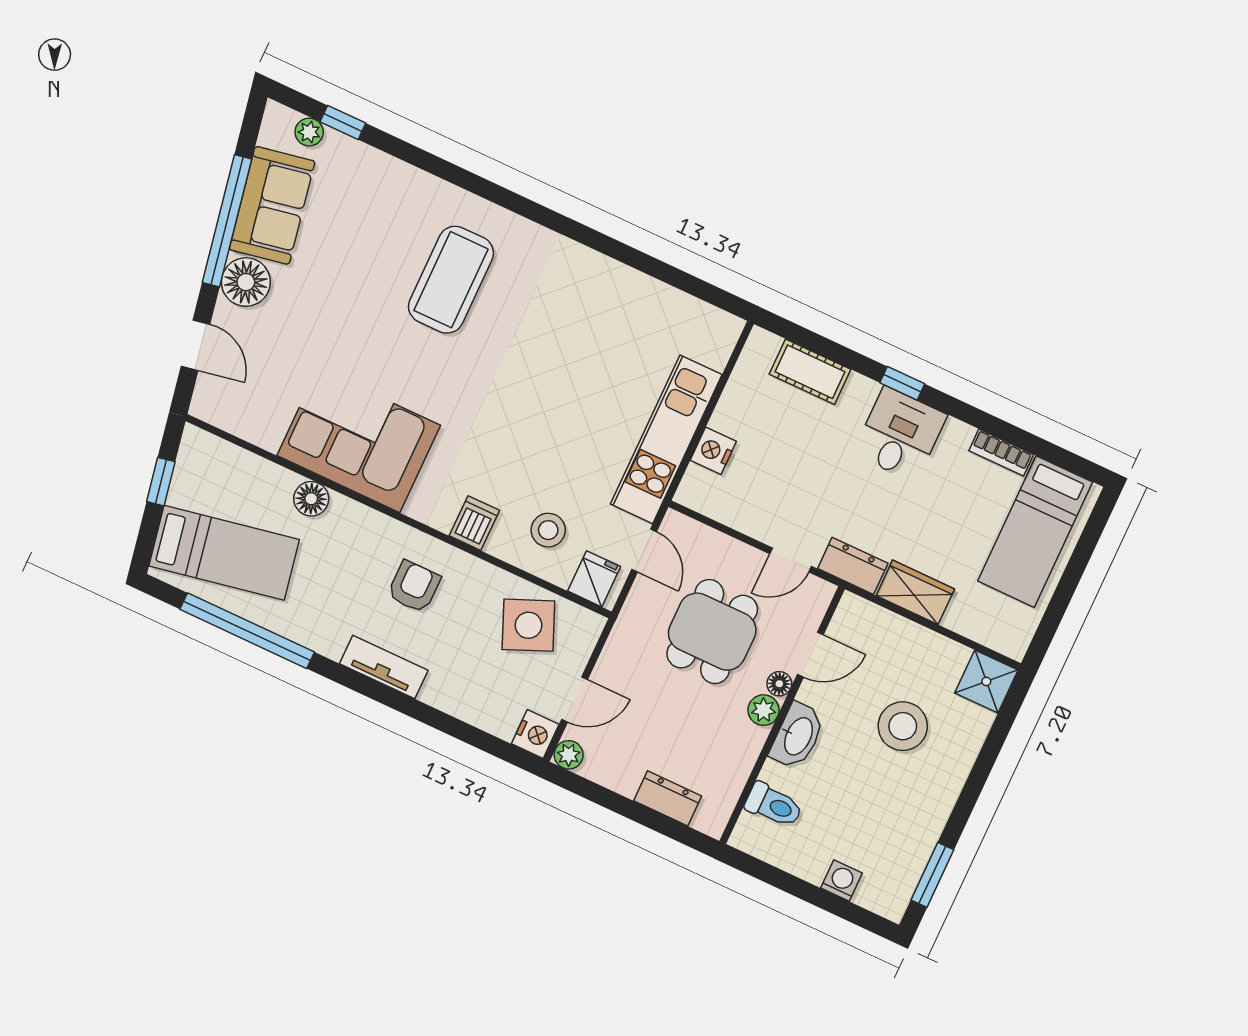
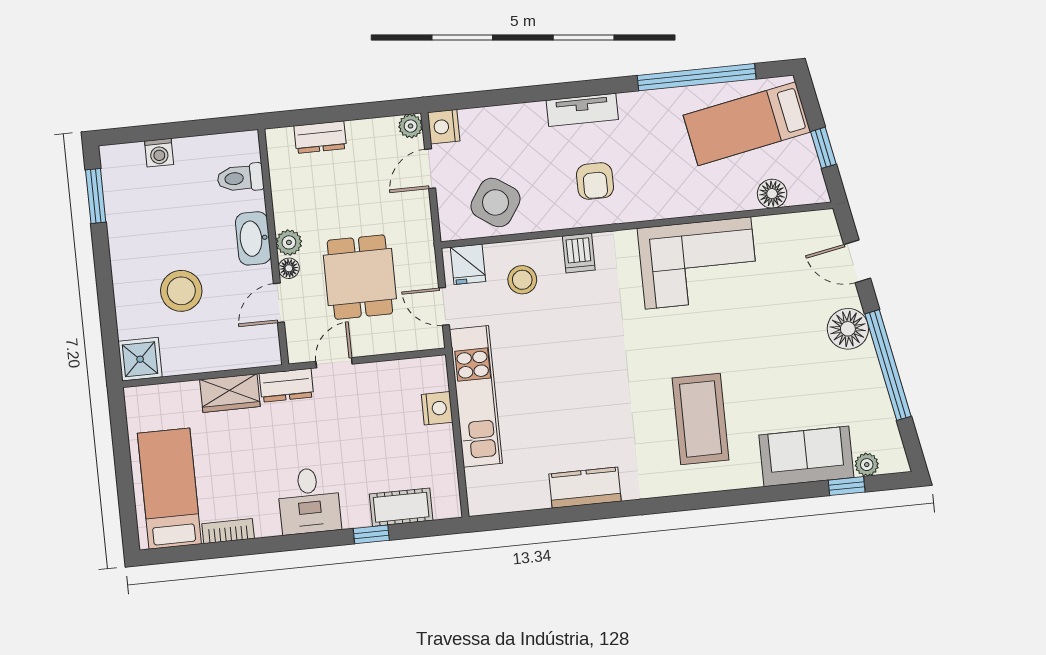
sofa: (272, 205) -> (806, 456), moved, turned 101
kitchen counter: (611, 280) -> (585, 488), added
window: (902, 383) -> (371, 534), moved
floor lamp: (311, 499) -> (772, 194), moved
side table: (528, 625) -> (495, 202), turned -33

